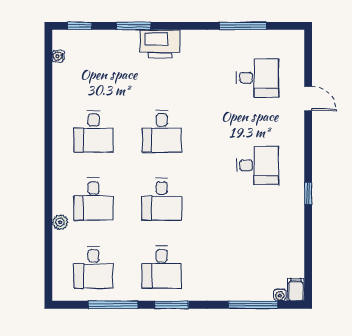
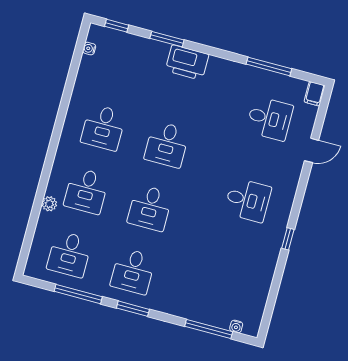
door: (308, 98) -> (312, 150), hinge flipped
filing cabinet: (296, 290) -> (315, 94), moved, turned 180

